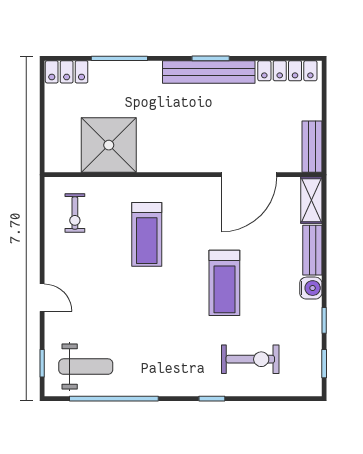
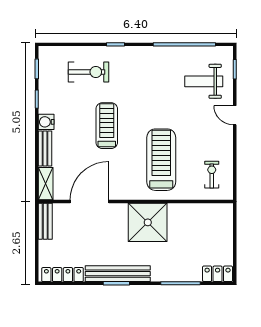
shower: (109, 145) -> (148, 222), moved
treadmill: (147, 234) -> (161, 160), width x1.37, depth x1.38
exercise bike: (250, 359) -> (89, 72), turned 180
weight bench: (86, 367) -> (204, 81), moved

